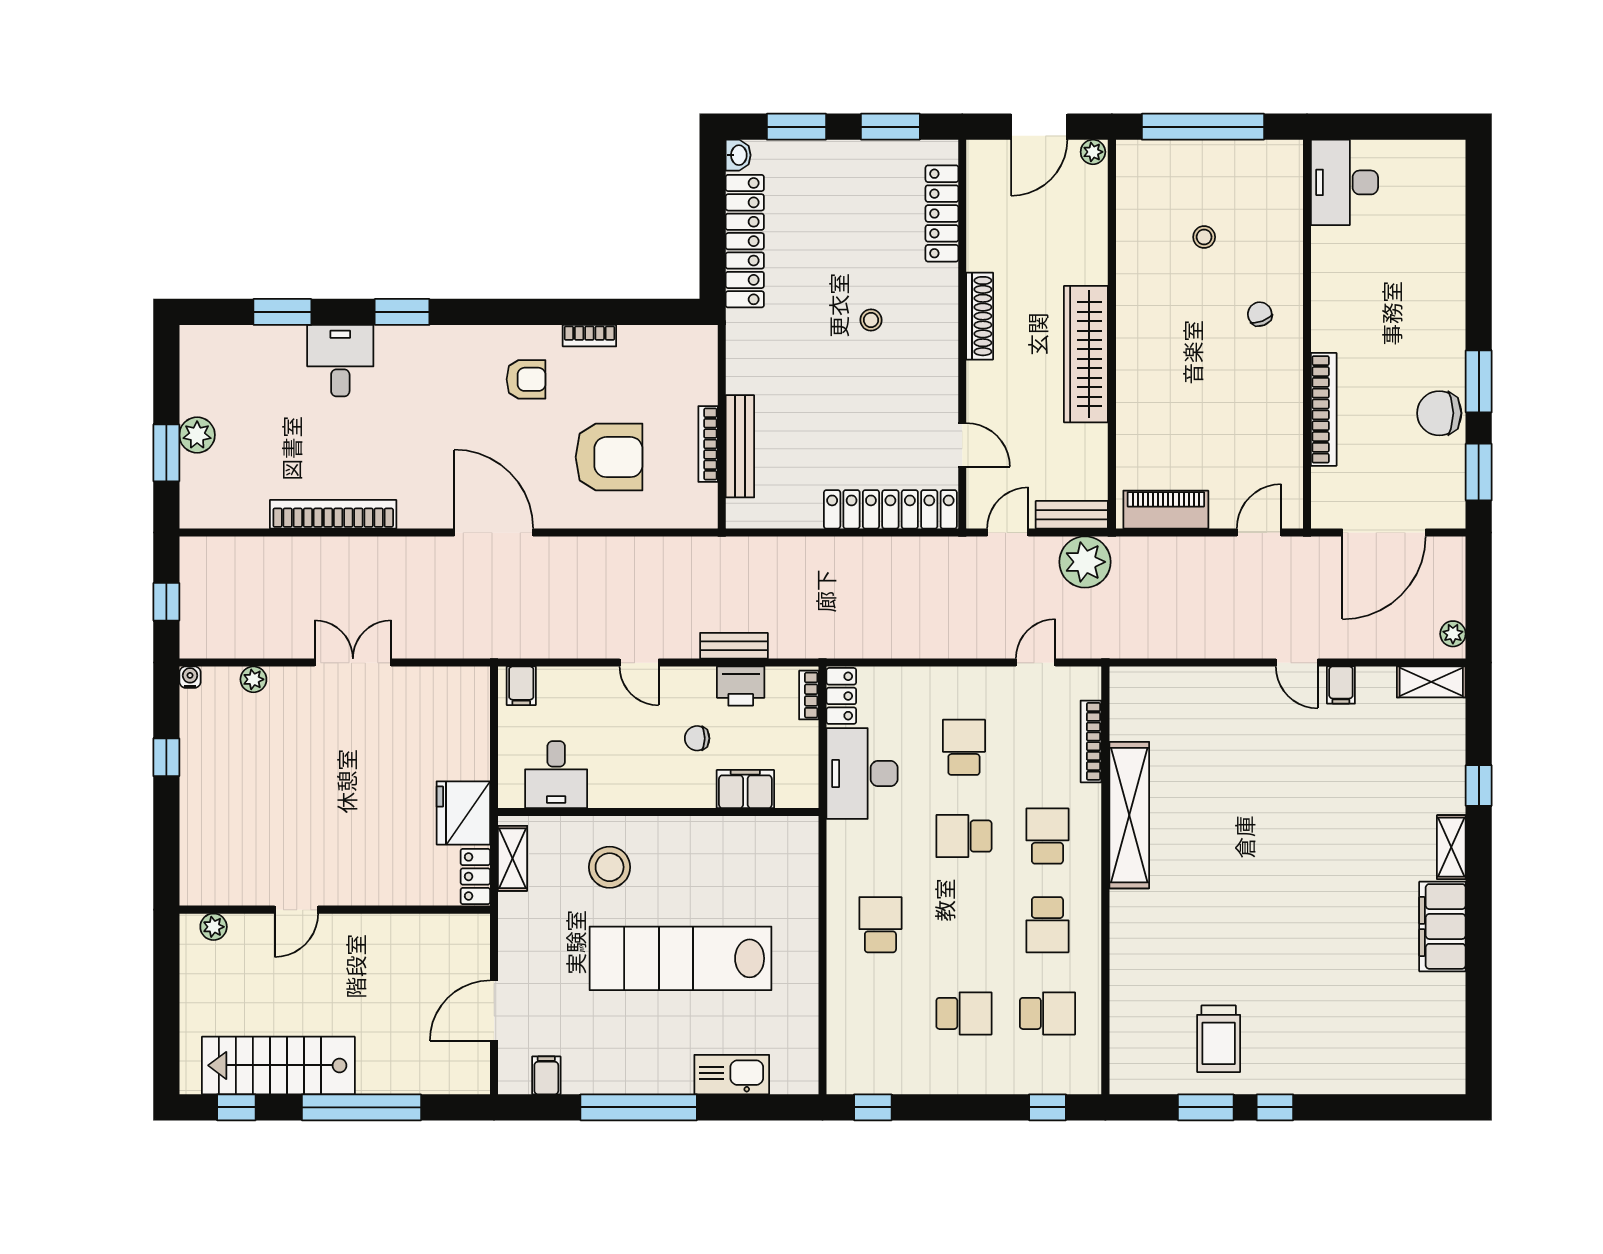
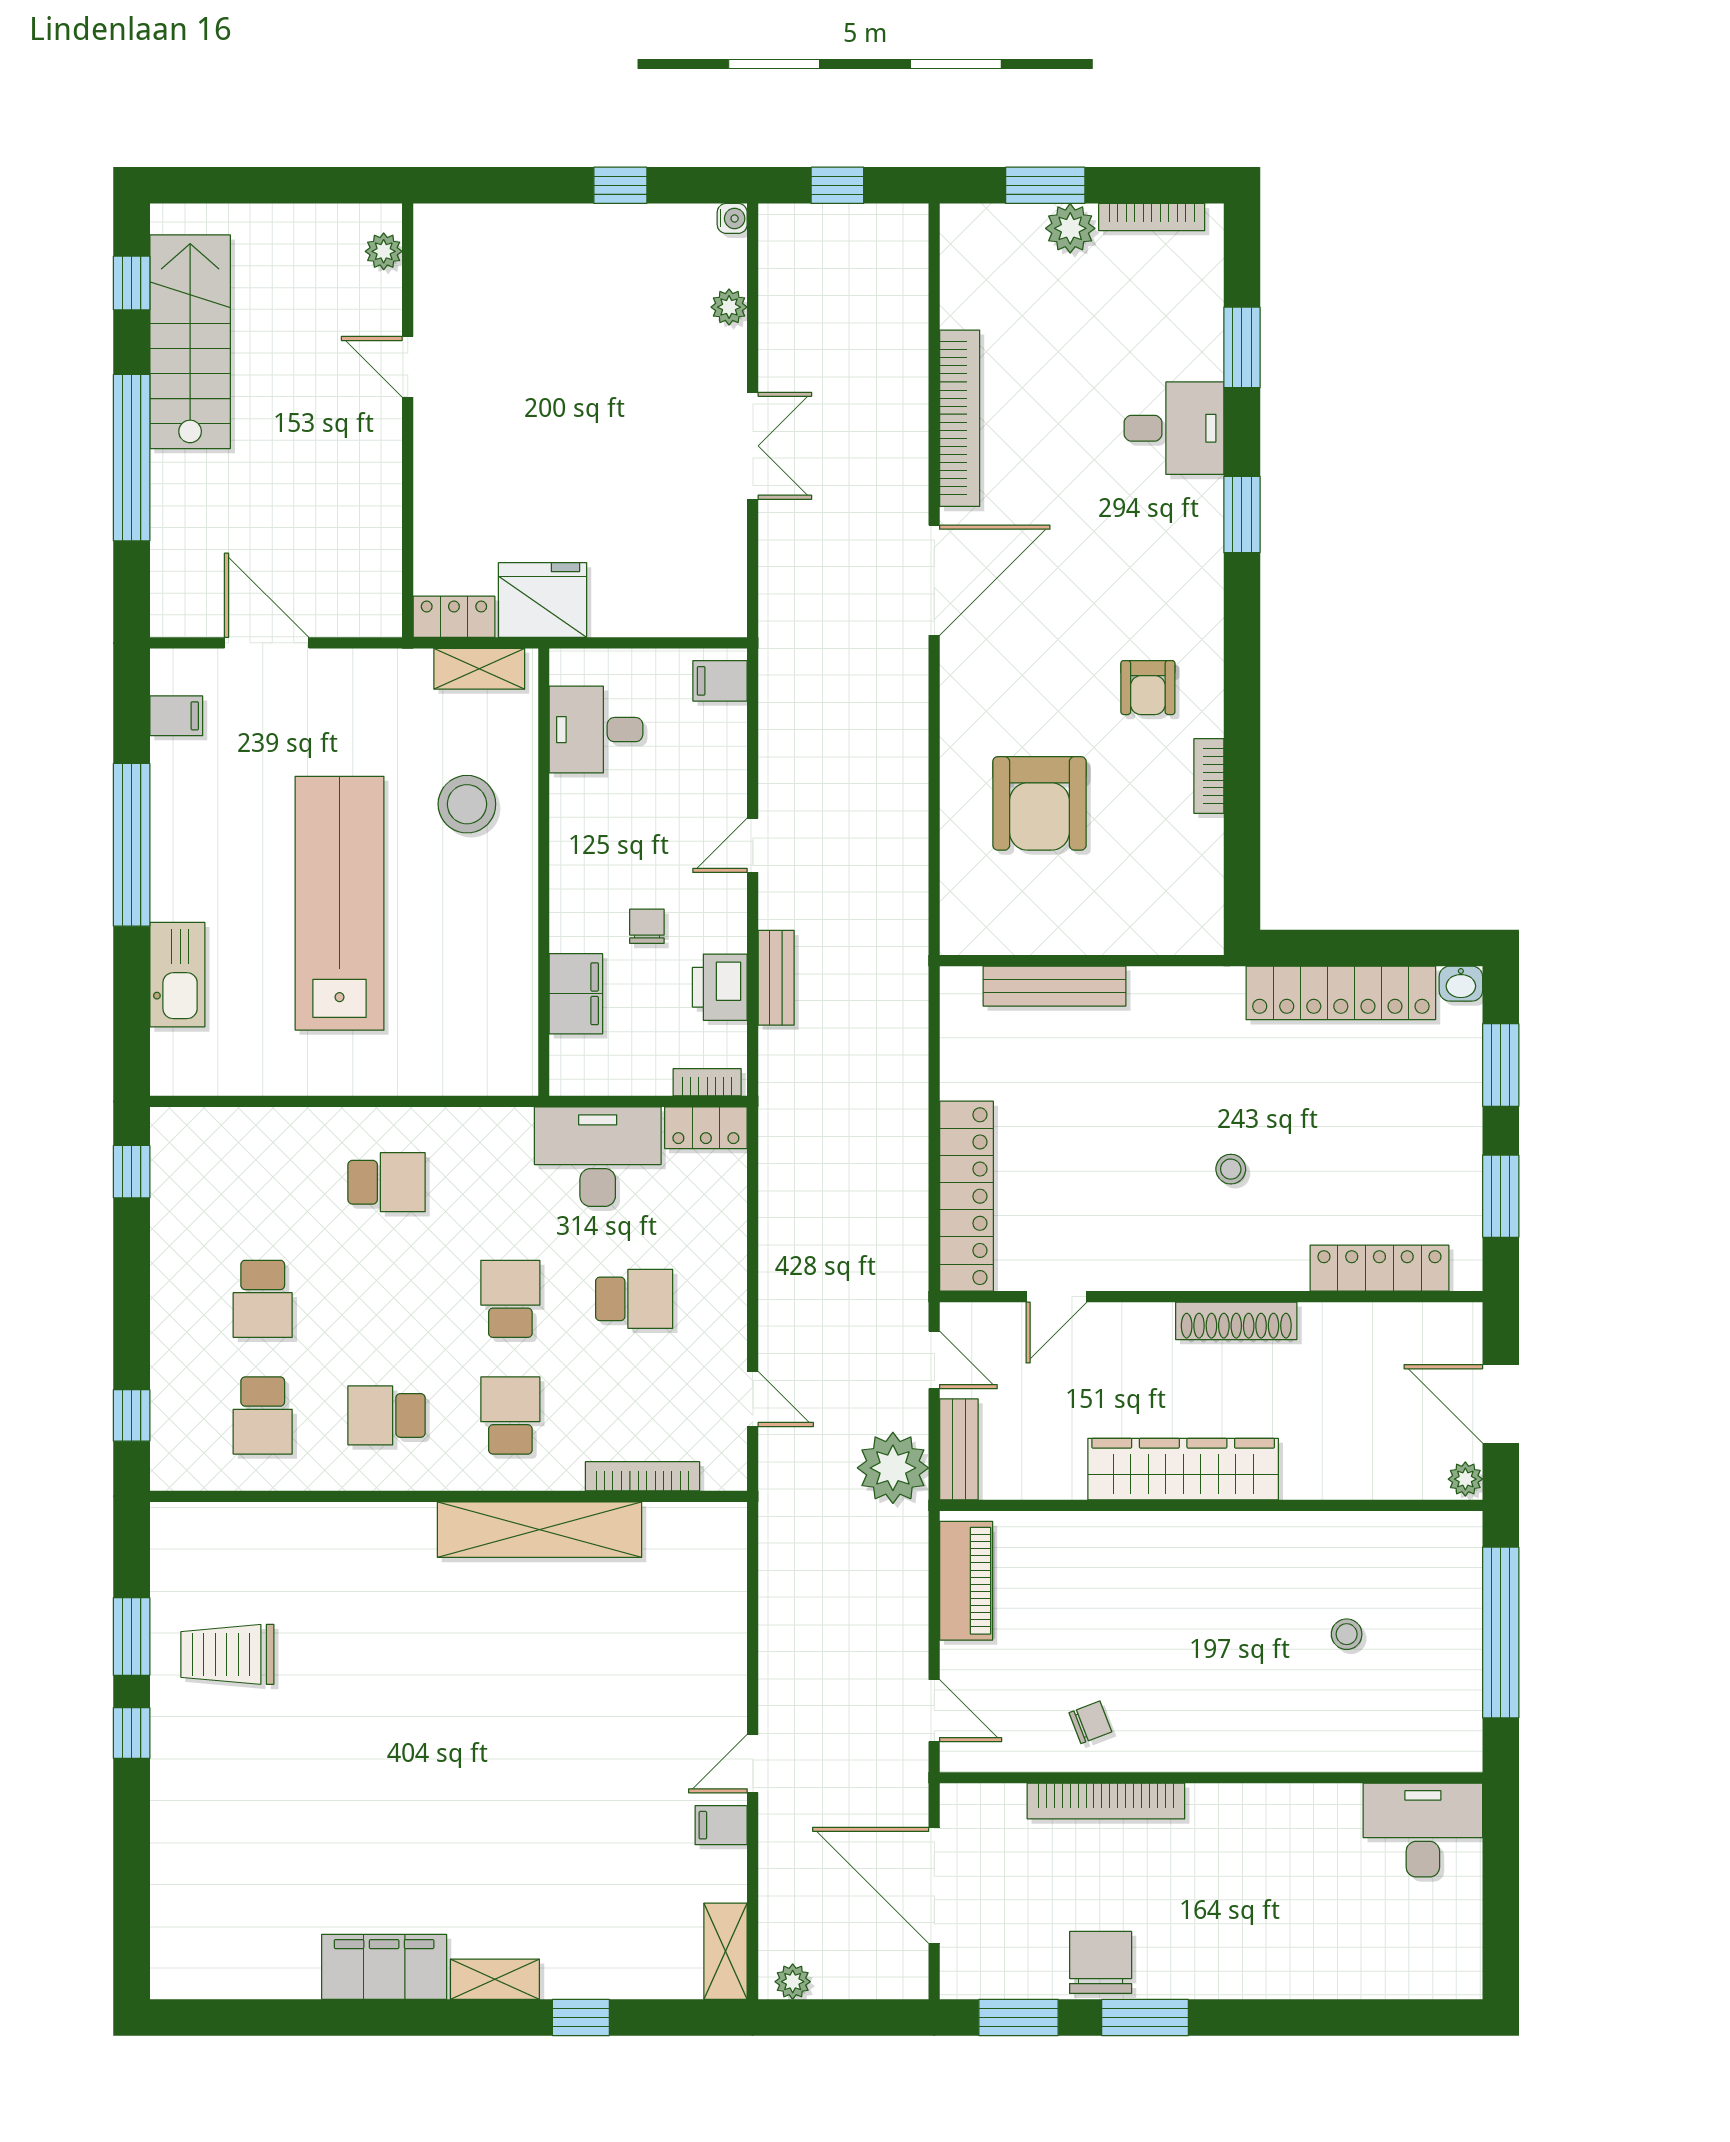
chair: (1260, 314) -> (1090, 1722), moved
bookcase: (708, 444) -> (1152, 217), moved, turned 180
door: (494, 532) -> (934, 580), moved
school desk: (1047, 836) -> (510, 1415), turned -90

